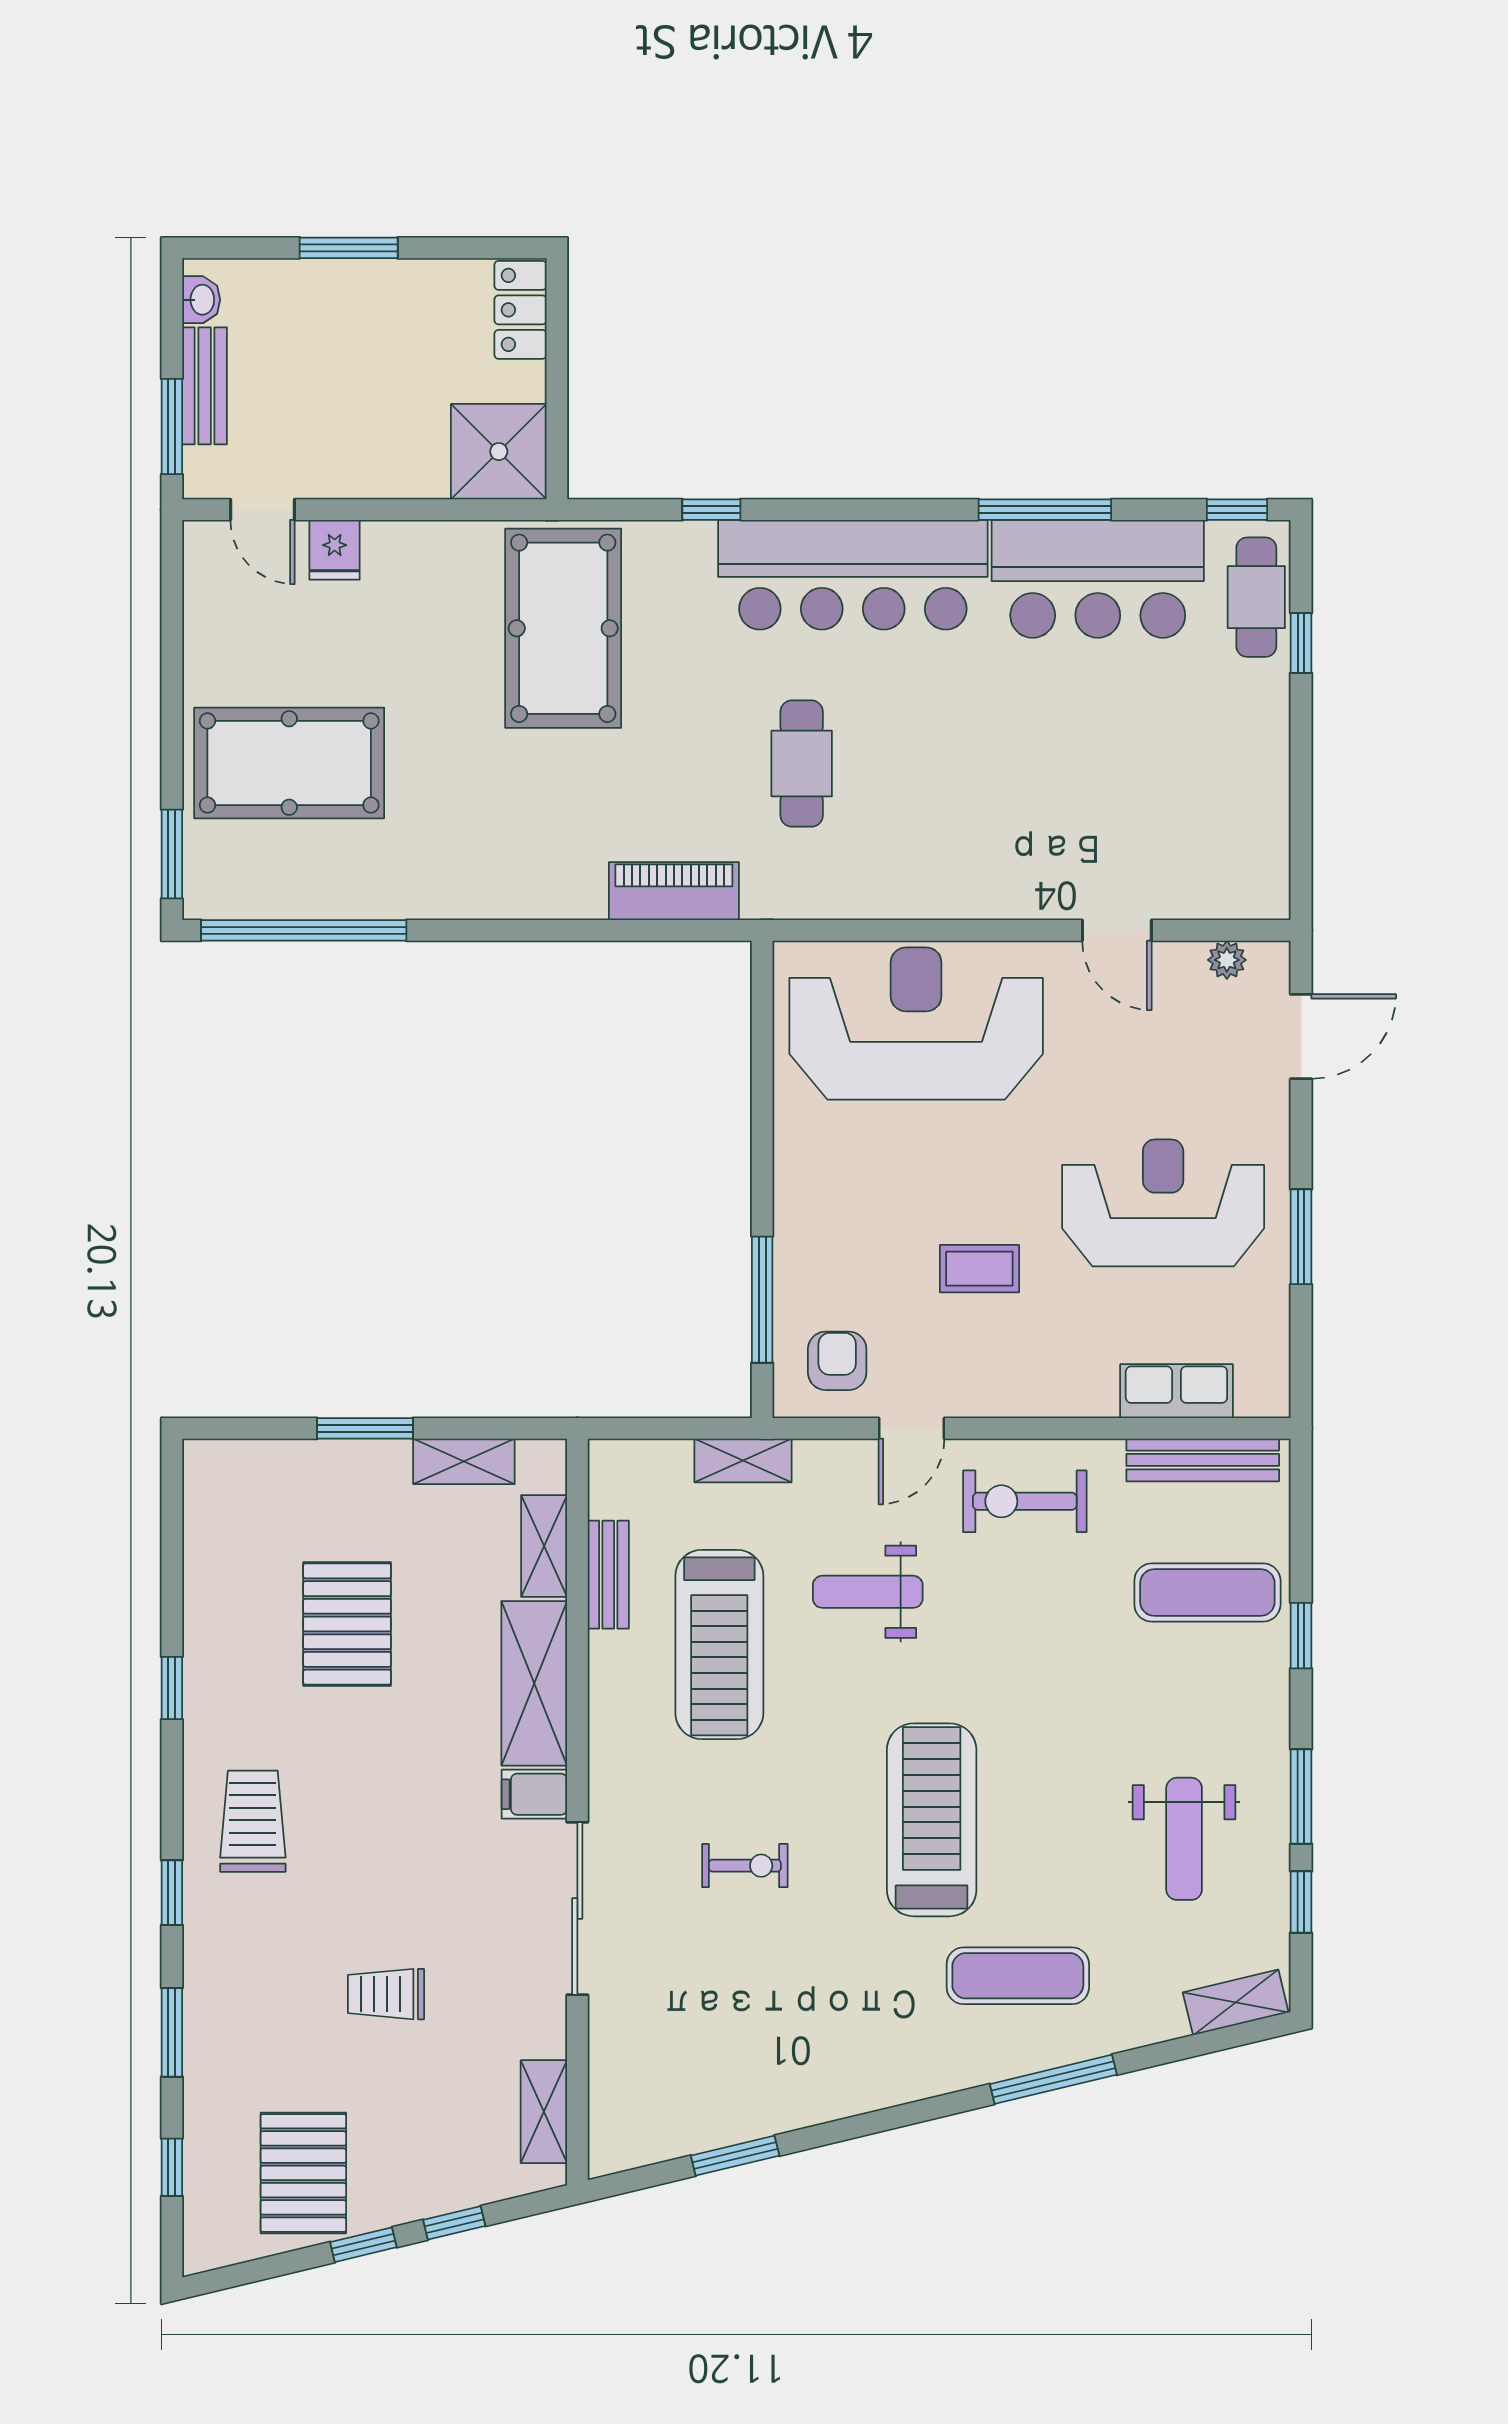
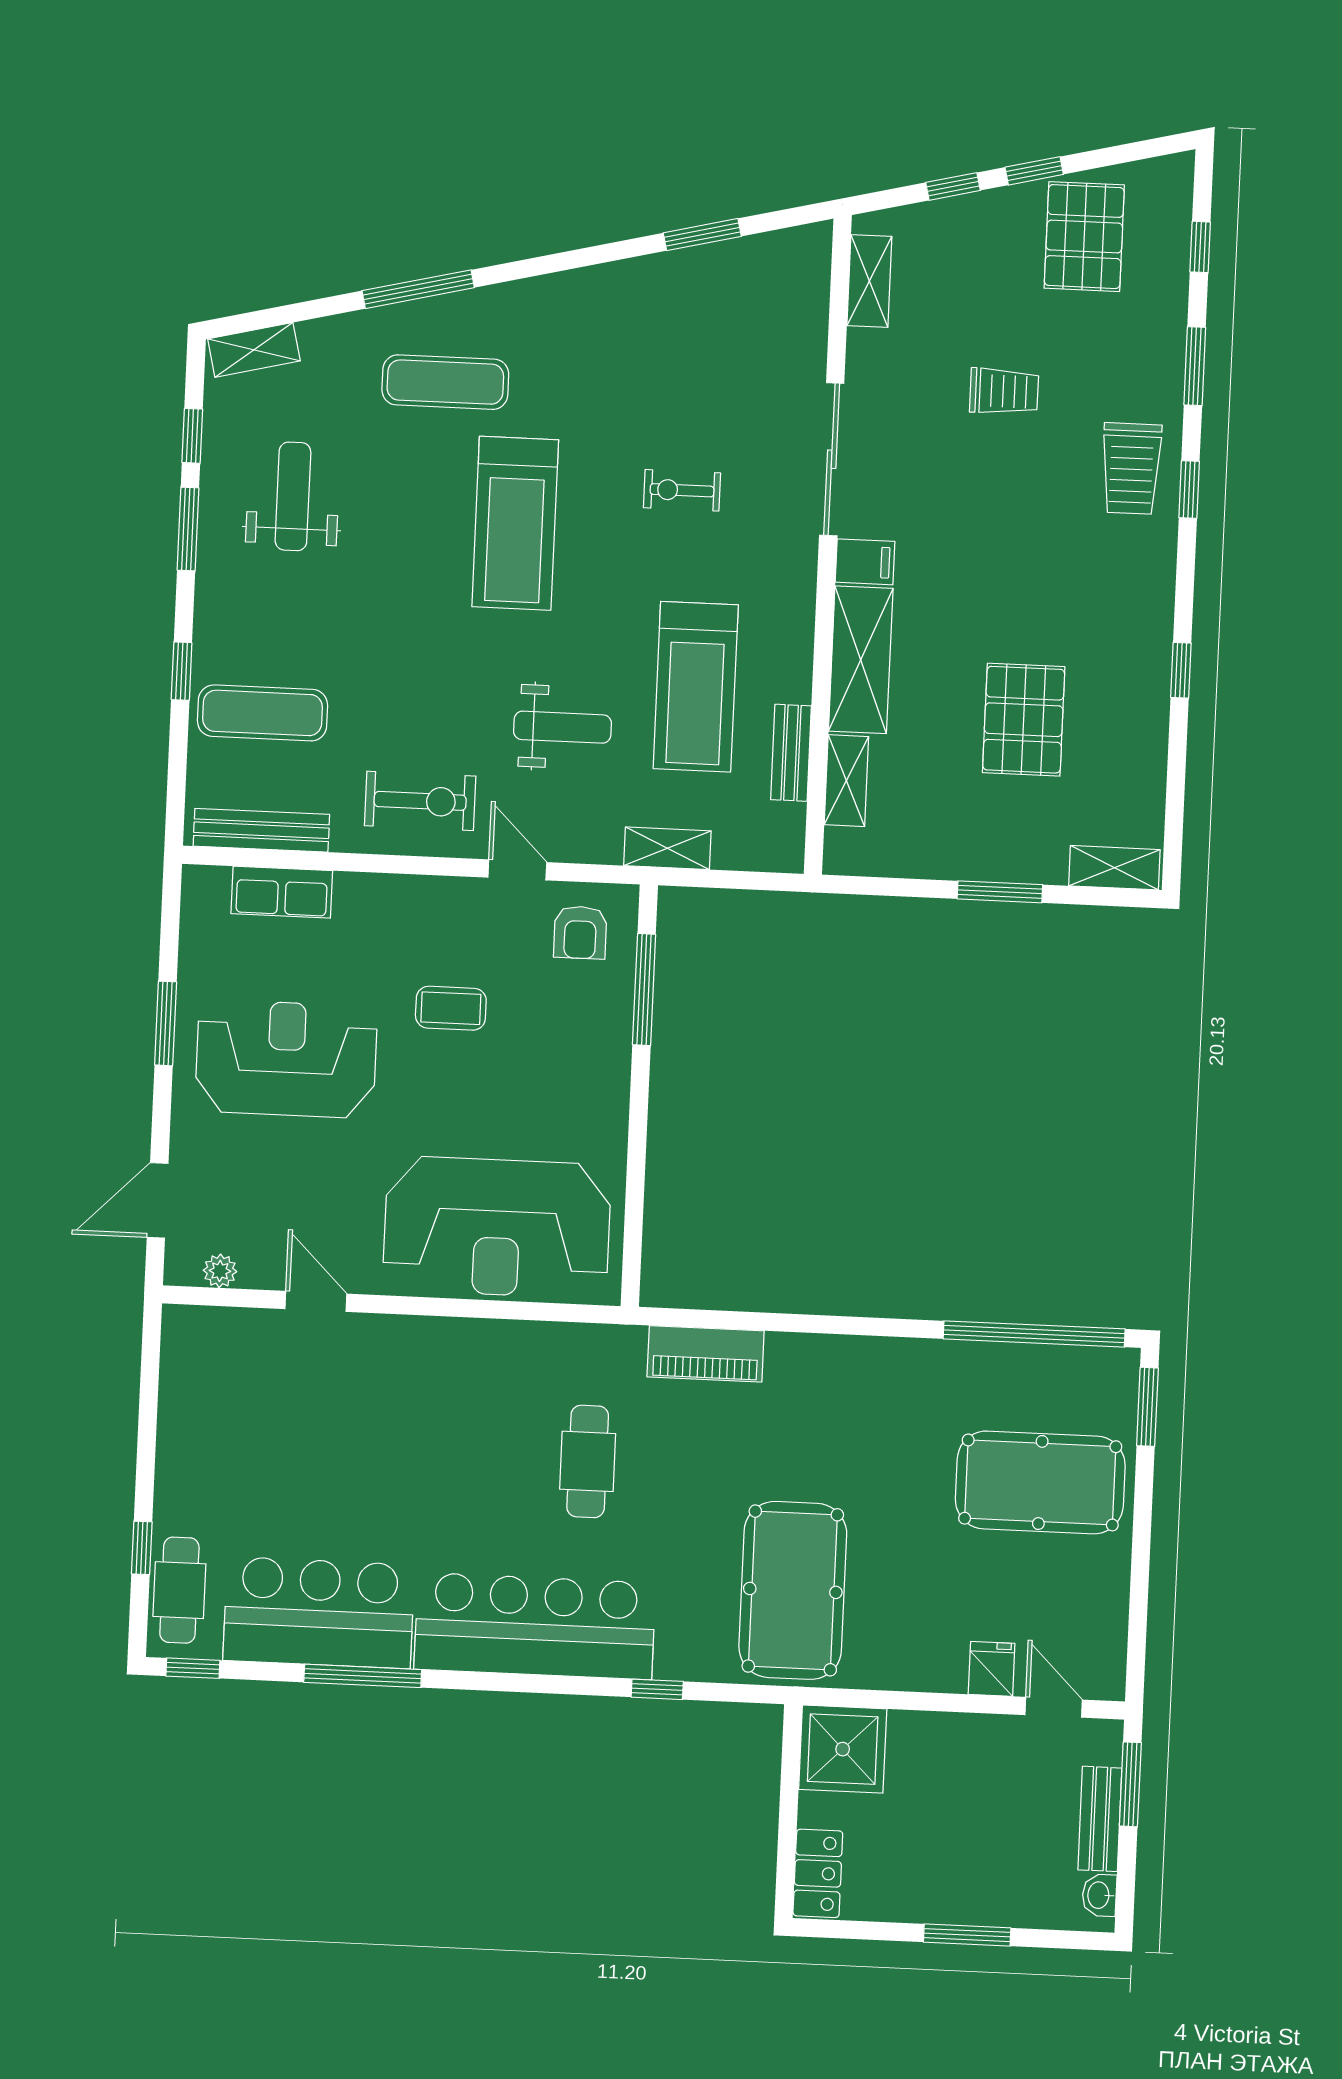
reception desk: (1163, 1203) -> (286, 1059), turned 180
door: (911, 1428) -> (517, 870), hinge flipped
shelving: (464, 1461) -> (1114, 868), moved
treadmill: (719, 1644) -> (696, 687), turned 180
trolley: (253, 1821) -> (1131, 469), moved

